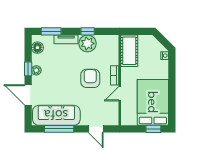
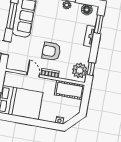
window: (88, 31) -> (91, 69), moved
plant: (87, 43) -> (80, 70), moved
armchair: (90, 78) -> (51, 51), turned 180

